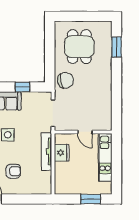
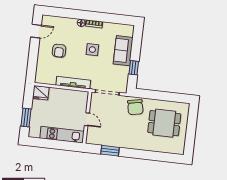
window: (116, 47) -> (110, 151), moved
door: (85, 132) -> (87, 119), swing flipped
fridge: (62, 153) -> (41, 93), moved

